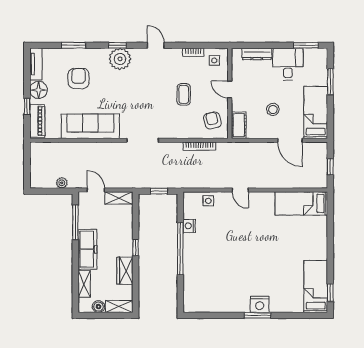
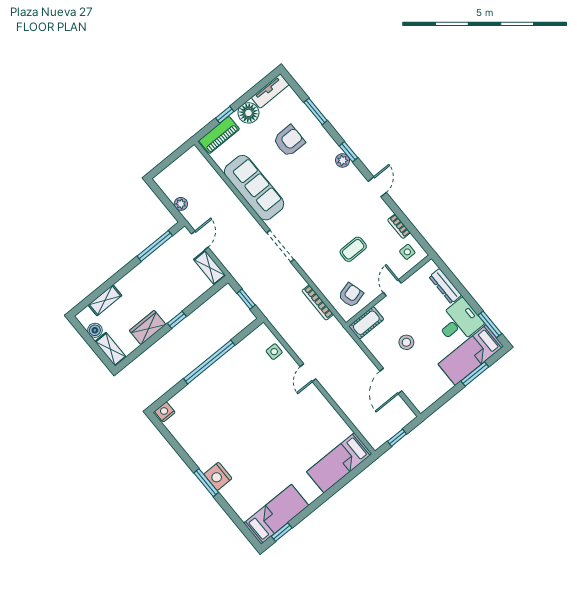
plant: (120, 59) -> (343, 160), width x0.53, depth x0.53
bed: (316, 112) -> (471, 355), moved, turned 180
bed: (301, 203) -> (339, 463), moved, turned -90
nightstand: (189, 226) -> (165, 412), moved
freezer: (87, 249) -> (139, 277), removed

